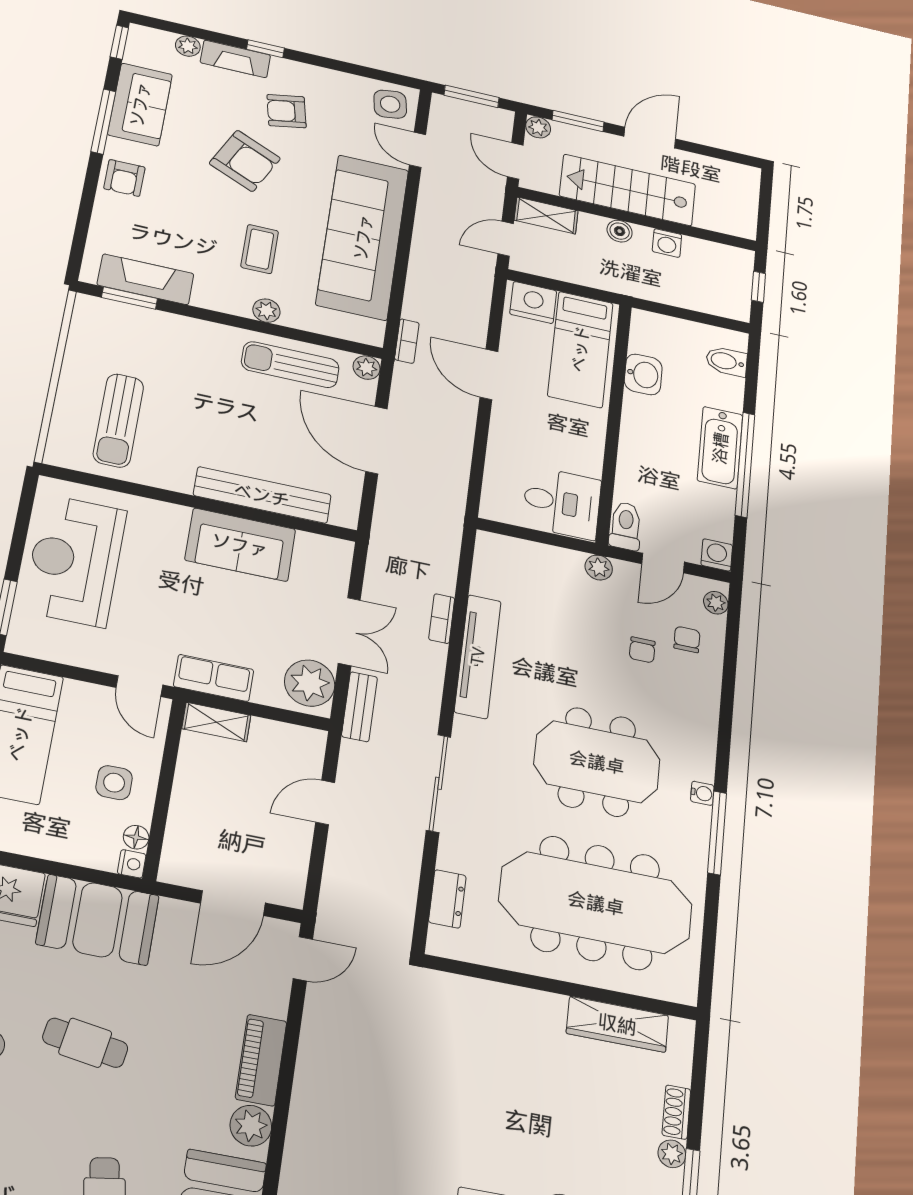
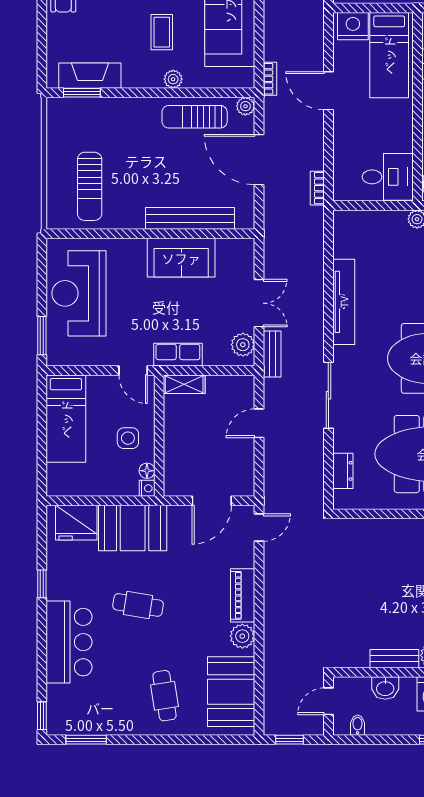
bookcase: (442, 619) -> (317, 188), moved
plant: (310, 683) -> (243, 345), width x0.73, depth x0.73

